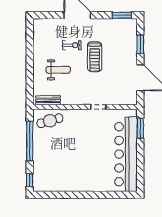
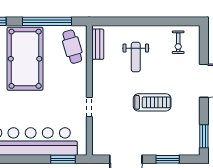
exercise bike: (72, 45) -> (178, 42), moved
treadmill: (95, 57) -> (152, 102), turned 180
pool table: (60, 159) -> (25, 59), added

